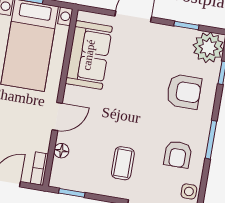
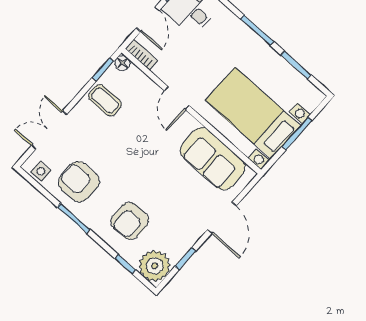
floor lamp: (61, 151) -> (122, 63), moved
armchair: (178, 154) -> (79, 182), width x1.38, depth x1.38
coffee table: (123, 163) -> (105, 100), moved

